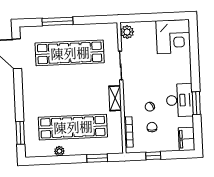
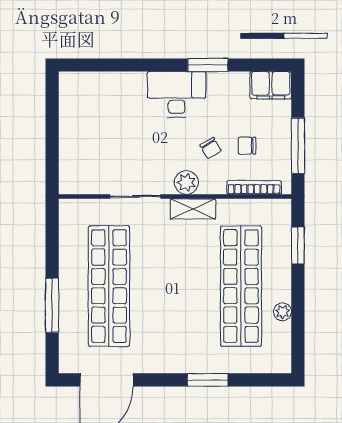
plant: (127, 32) -> (186, 182), moved
corner desk: (173, 37) -> (88, 101), removed
desk: (180, 100) -> (177, 94), moved
window: (20, 133) -> (208, 380), moved
window: (153, 156) -> (298, 146), width x2.17

